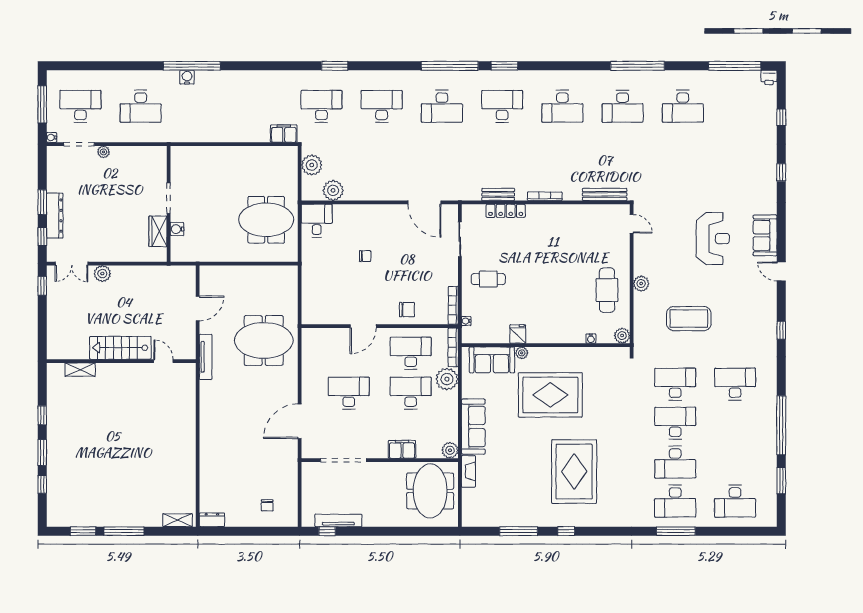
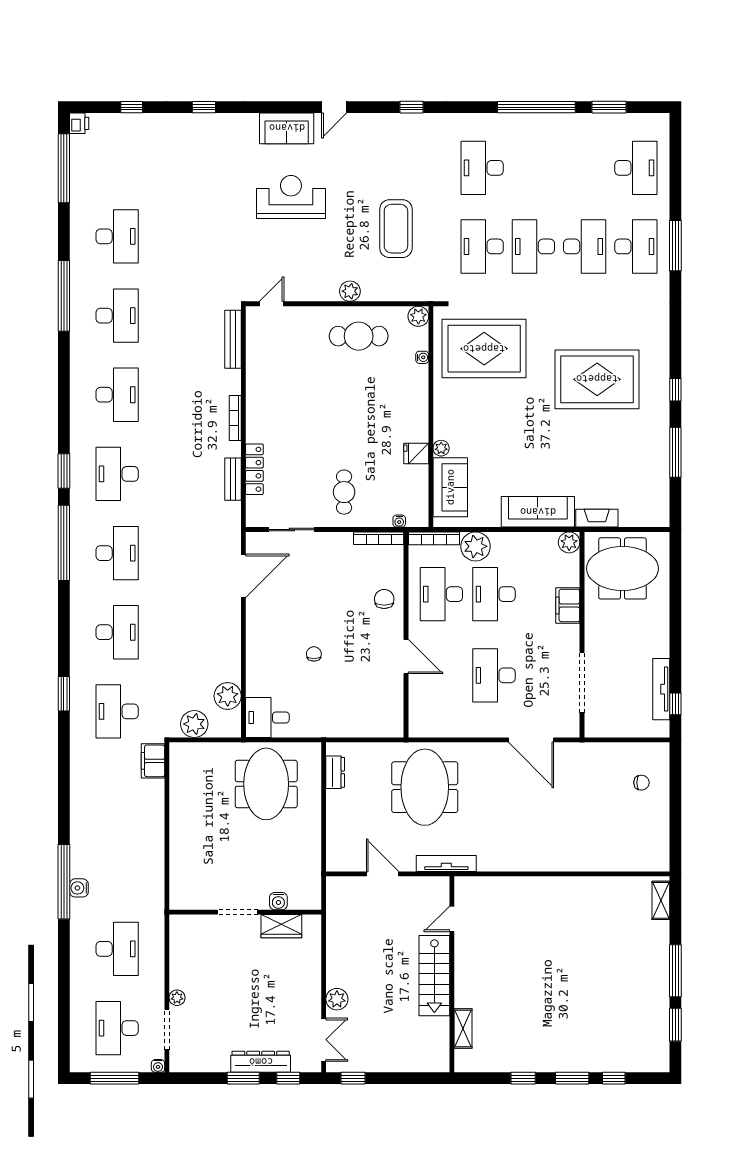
desk: (382, 106) -> (117, 632), turned 180
rug: (550, 395) -> (484, 349), moved, turned 90
dresser: (212, 520) -> (335, 772), moved, turned 180

